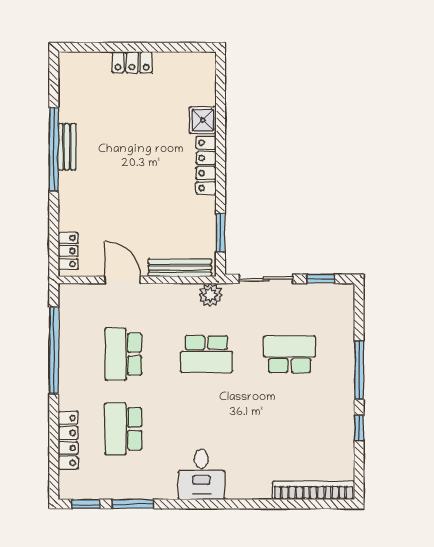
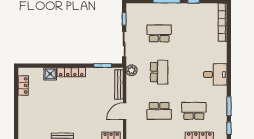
locker: (132, 62) -> (23, 85), moved
school desk: (290, 354) -> (159, 33), turned 90
school desk: (123, 429) -> (194, 111), turned 180

